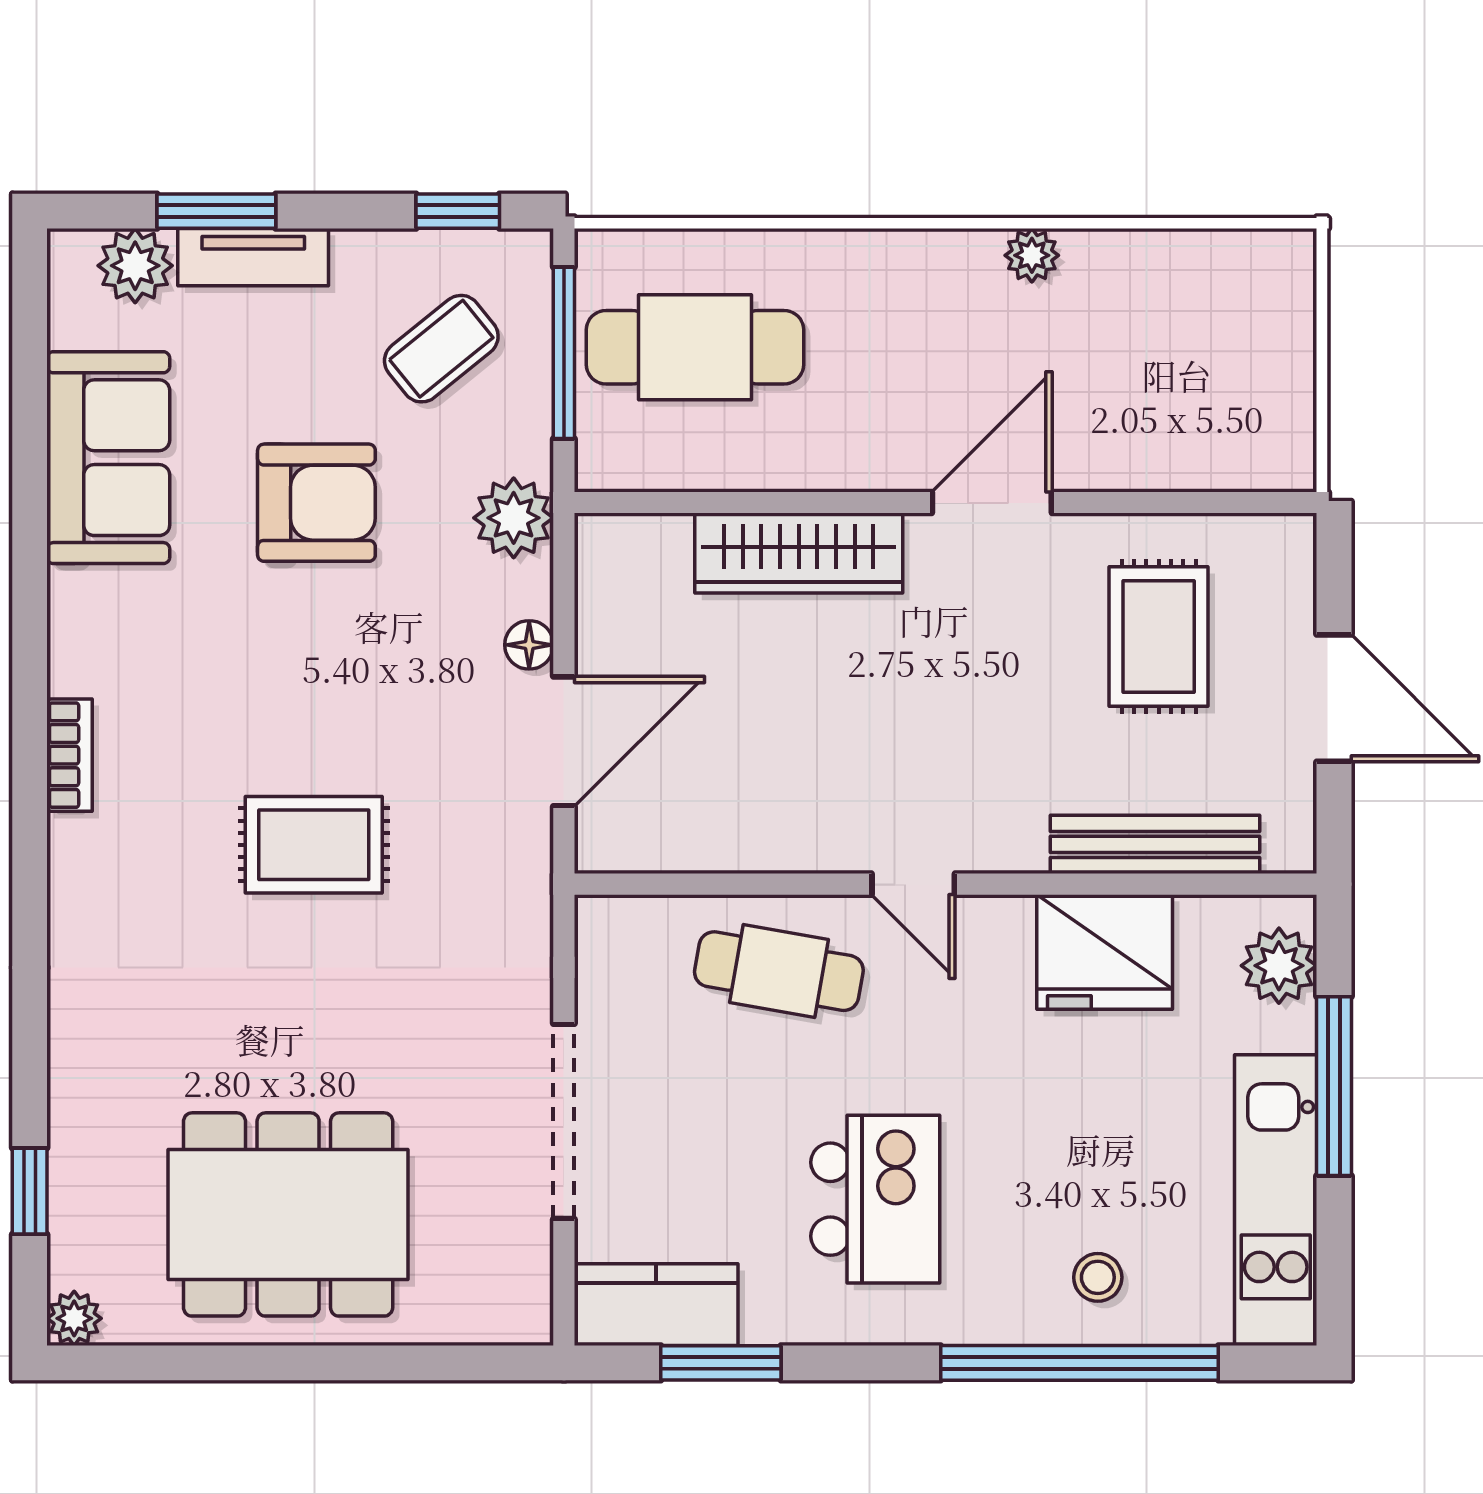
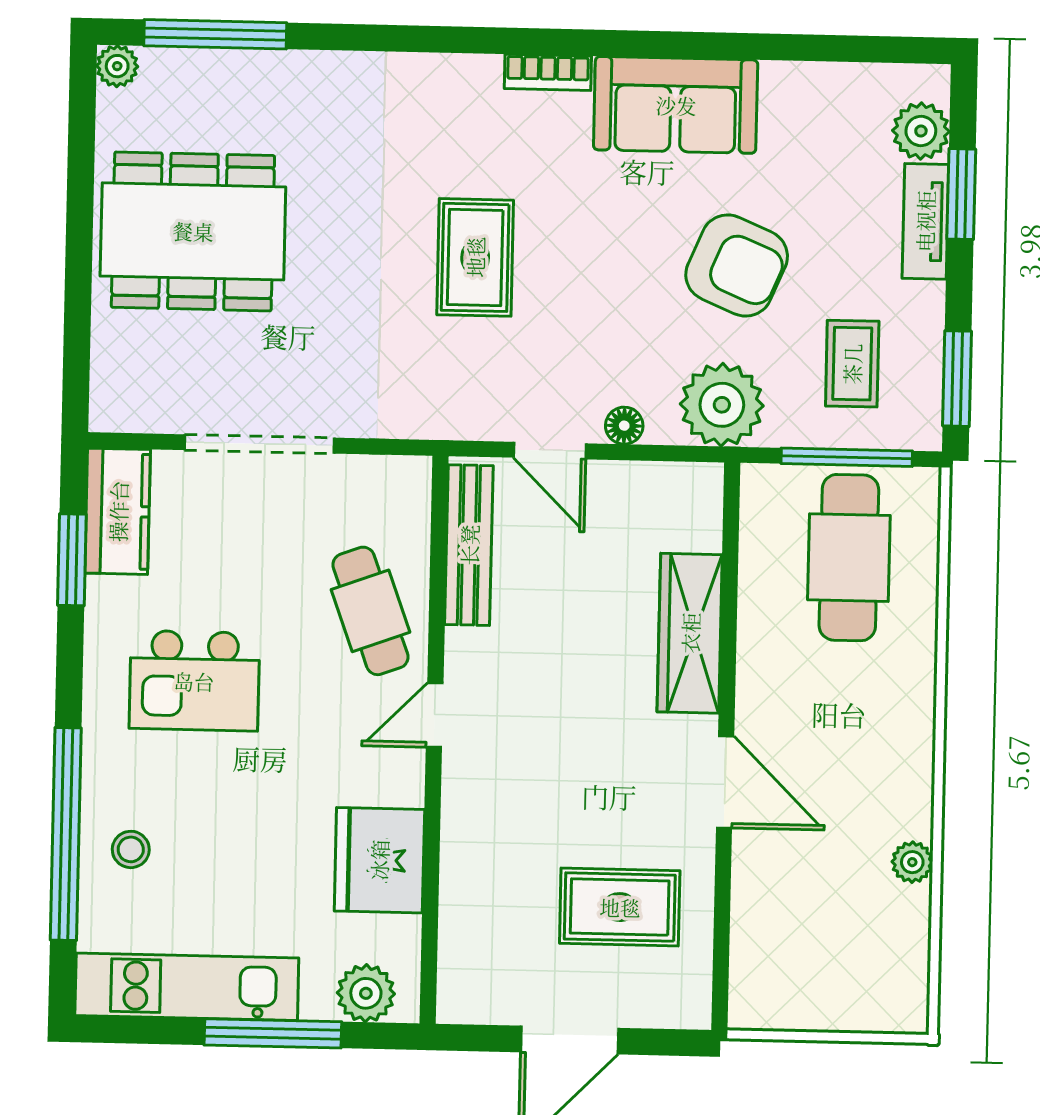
window: (458, 211) -> (957, 379), width x1.50
plant: (1032, 255) -> (912, 862), moved
coffee table: (441, 349) -> (852, 364), turned 39
sofa: (108, 458) -> (676, 105), moved
armchair: (316, 503) -> (737, 265), turned -67
plant: (514, 518) -> (722, 405), width x1.36, depth x1.36
door: (564, 741) -> (550, 451), width x0.73
bench: (1155, 844) -> (469, 545), moved
cafe table: (779, 971) -> (370, 611), turned -30
window: (30, 1191) -> (215, 34), width x2.17
dining table: (288, 1214) -> (193, 231), turned 90

